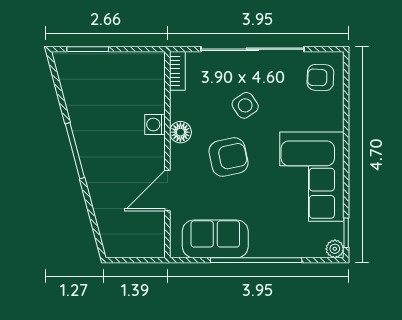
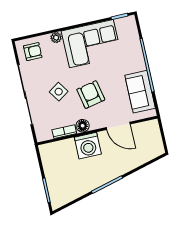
bookcase: (177, 71) -> (64, 132), moved
armchair: (320, 78) -> (33, 52), turned -92
washing machine: (155, 124) -> (88, 146), width x1.89, depth x1.89
plant: (335, 249) -> (56, 38), moved

